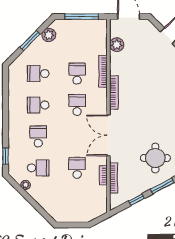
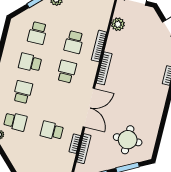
school desk: (38, 74) -> (37, 33), turned -90
school desk: (77, 74) -> (74, 42), turned 180
double door: (108, 135) -> (89, 108), swing flipped
school desk: (77, 168) -> (52, 131), turned -90

